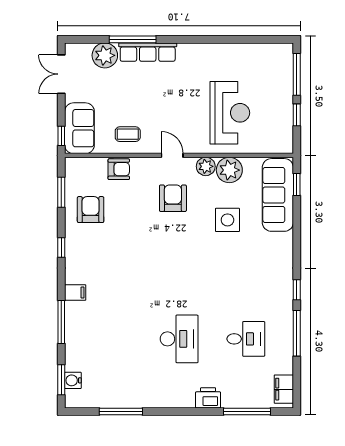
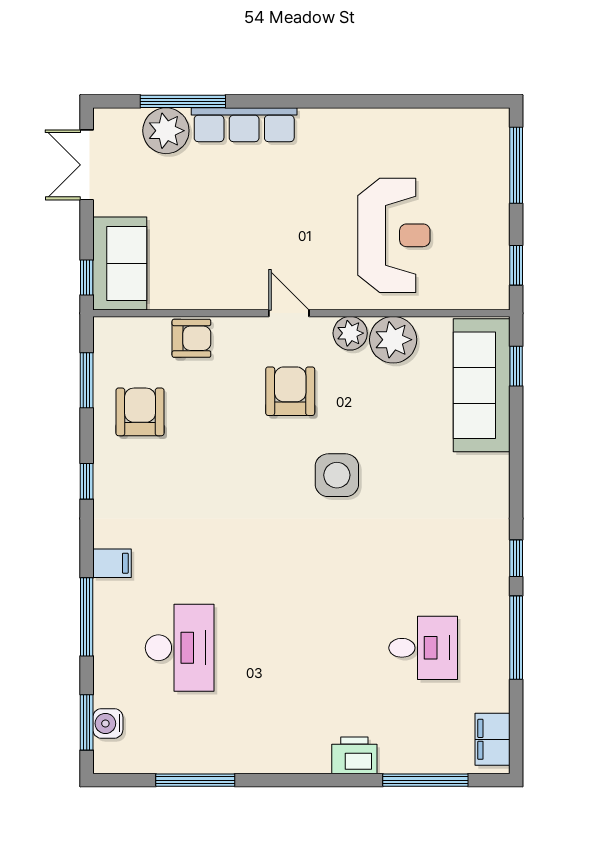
window: (133, 39) -> (183, 101), moved
window: (297, 115) -> (516, 265), moved
coffee table: (128, 134) -> (208, 274), removed
side table: (227, 220) -> (337, 475), moved
desk: (179, 339) -> (180, 648), moved

